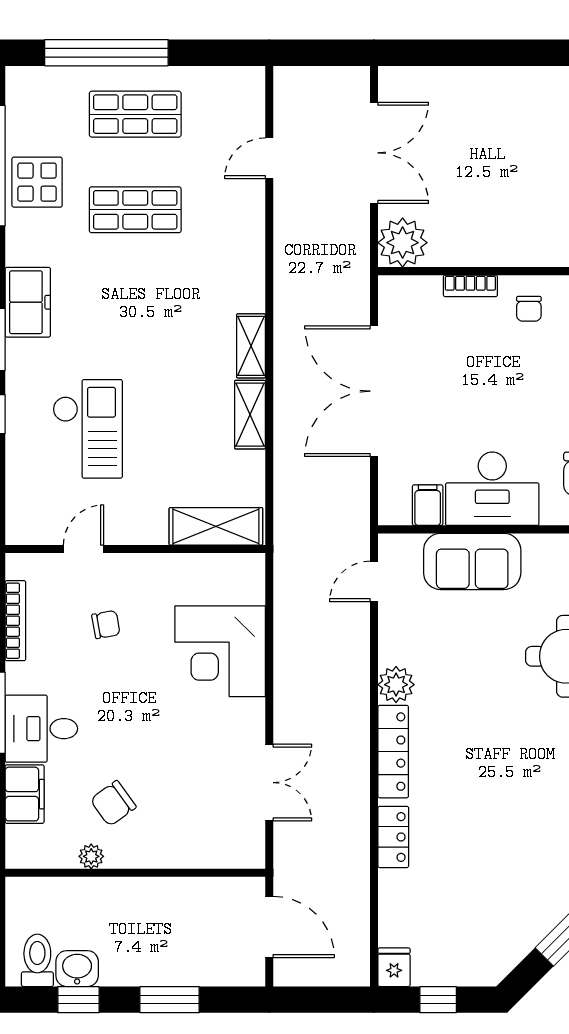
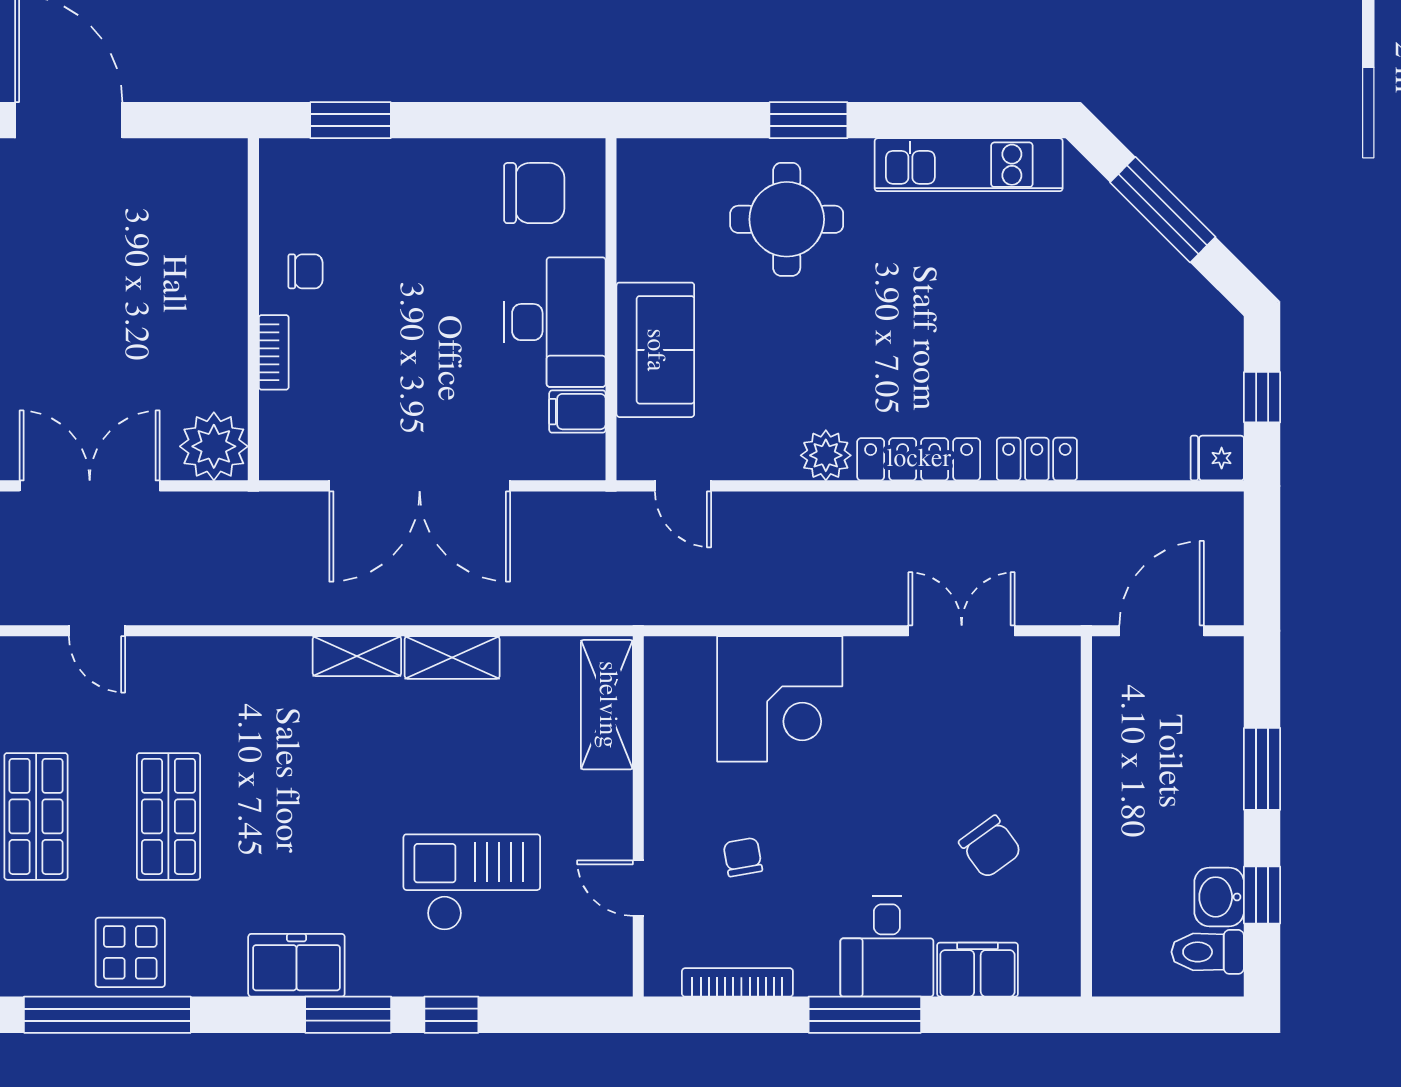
plant: (91, 856) -> (1064, 877), removed

